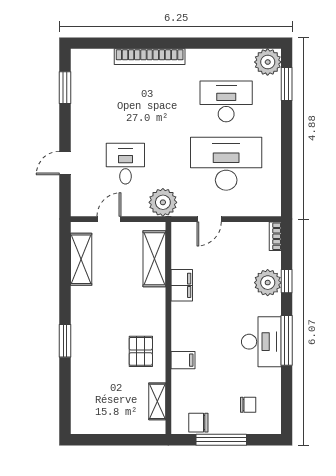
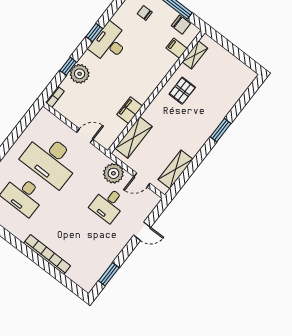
plant: (163, 202) -> (113, 173), moved
window: (287, 340) -> (94, 33), width x0.46
filing cabinet: (183, 360) -> (177, 48), moved

